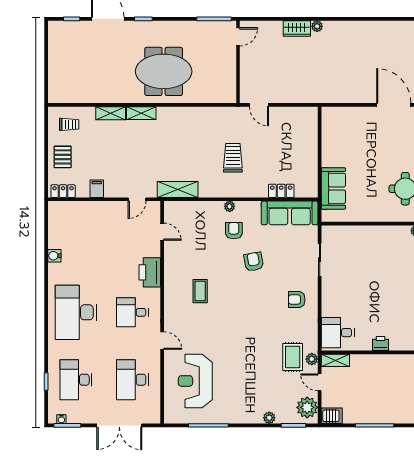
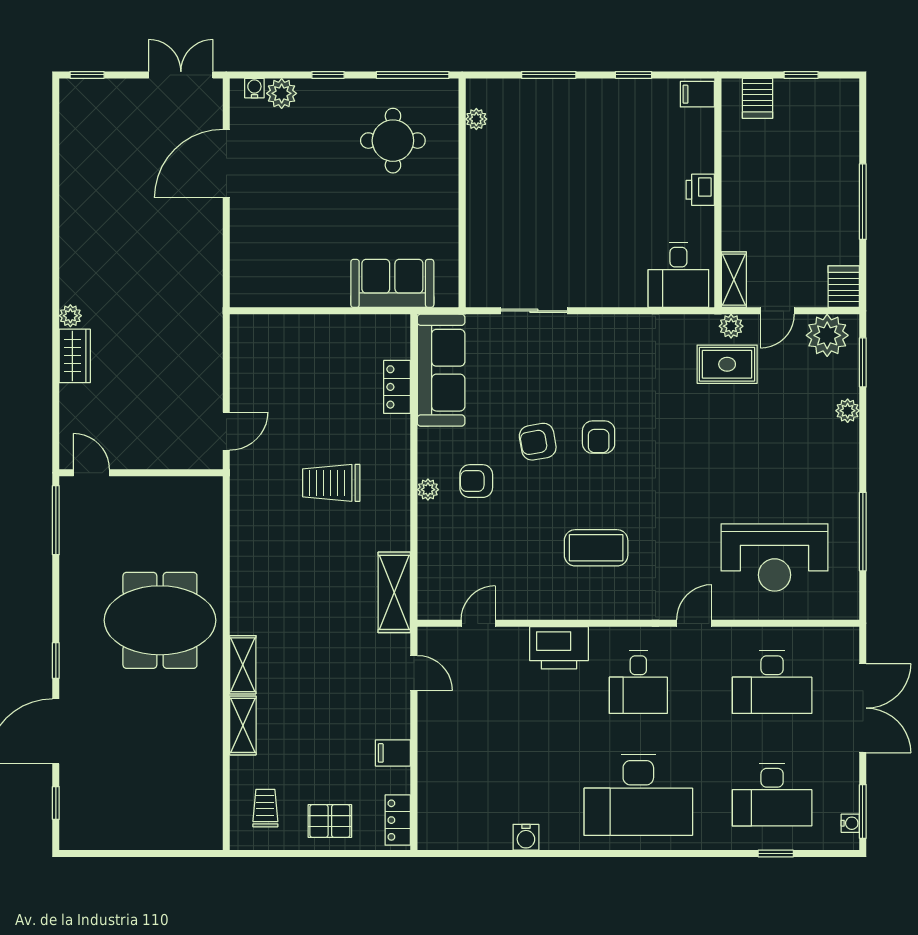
meeting table: (164, 71) -> (160, 620), turned 90
coffee table: (200, 291) -> (596, 548), width x1.36, depth x1.30
armchair: (297, 300) -> (599, 437), moved

